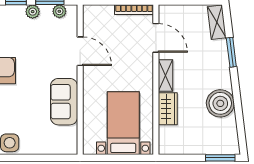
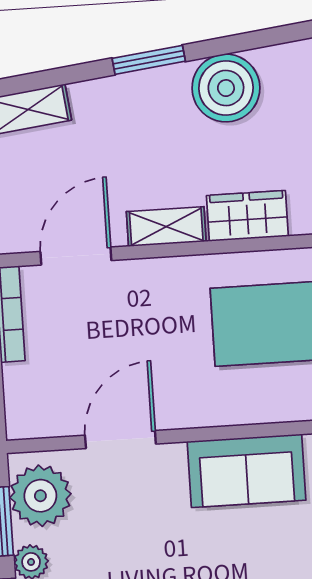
plant: (59, 11) -> (40, 496), width x1.87, depth x1.87
window: (231, 52) -> (149, 60), moved

